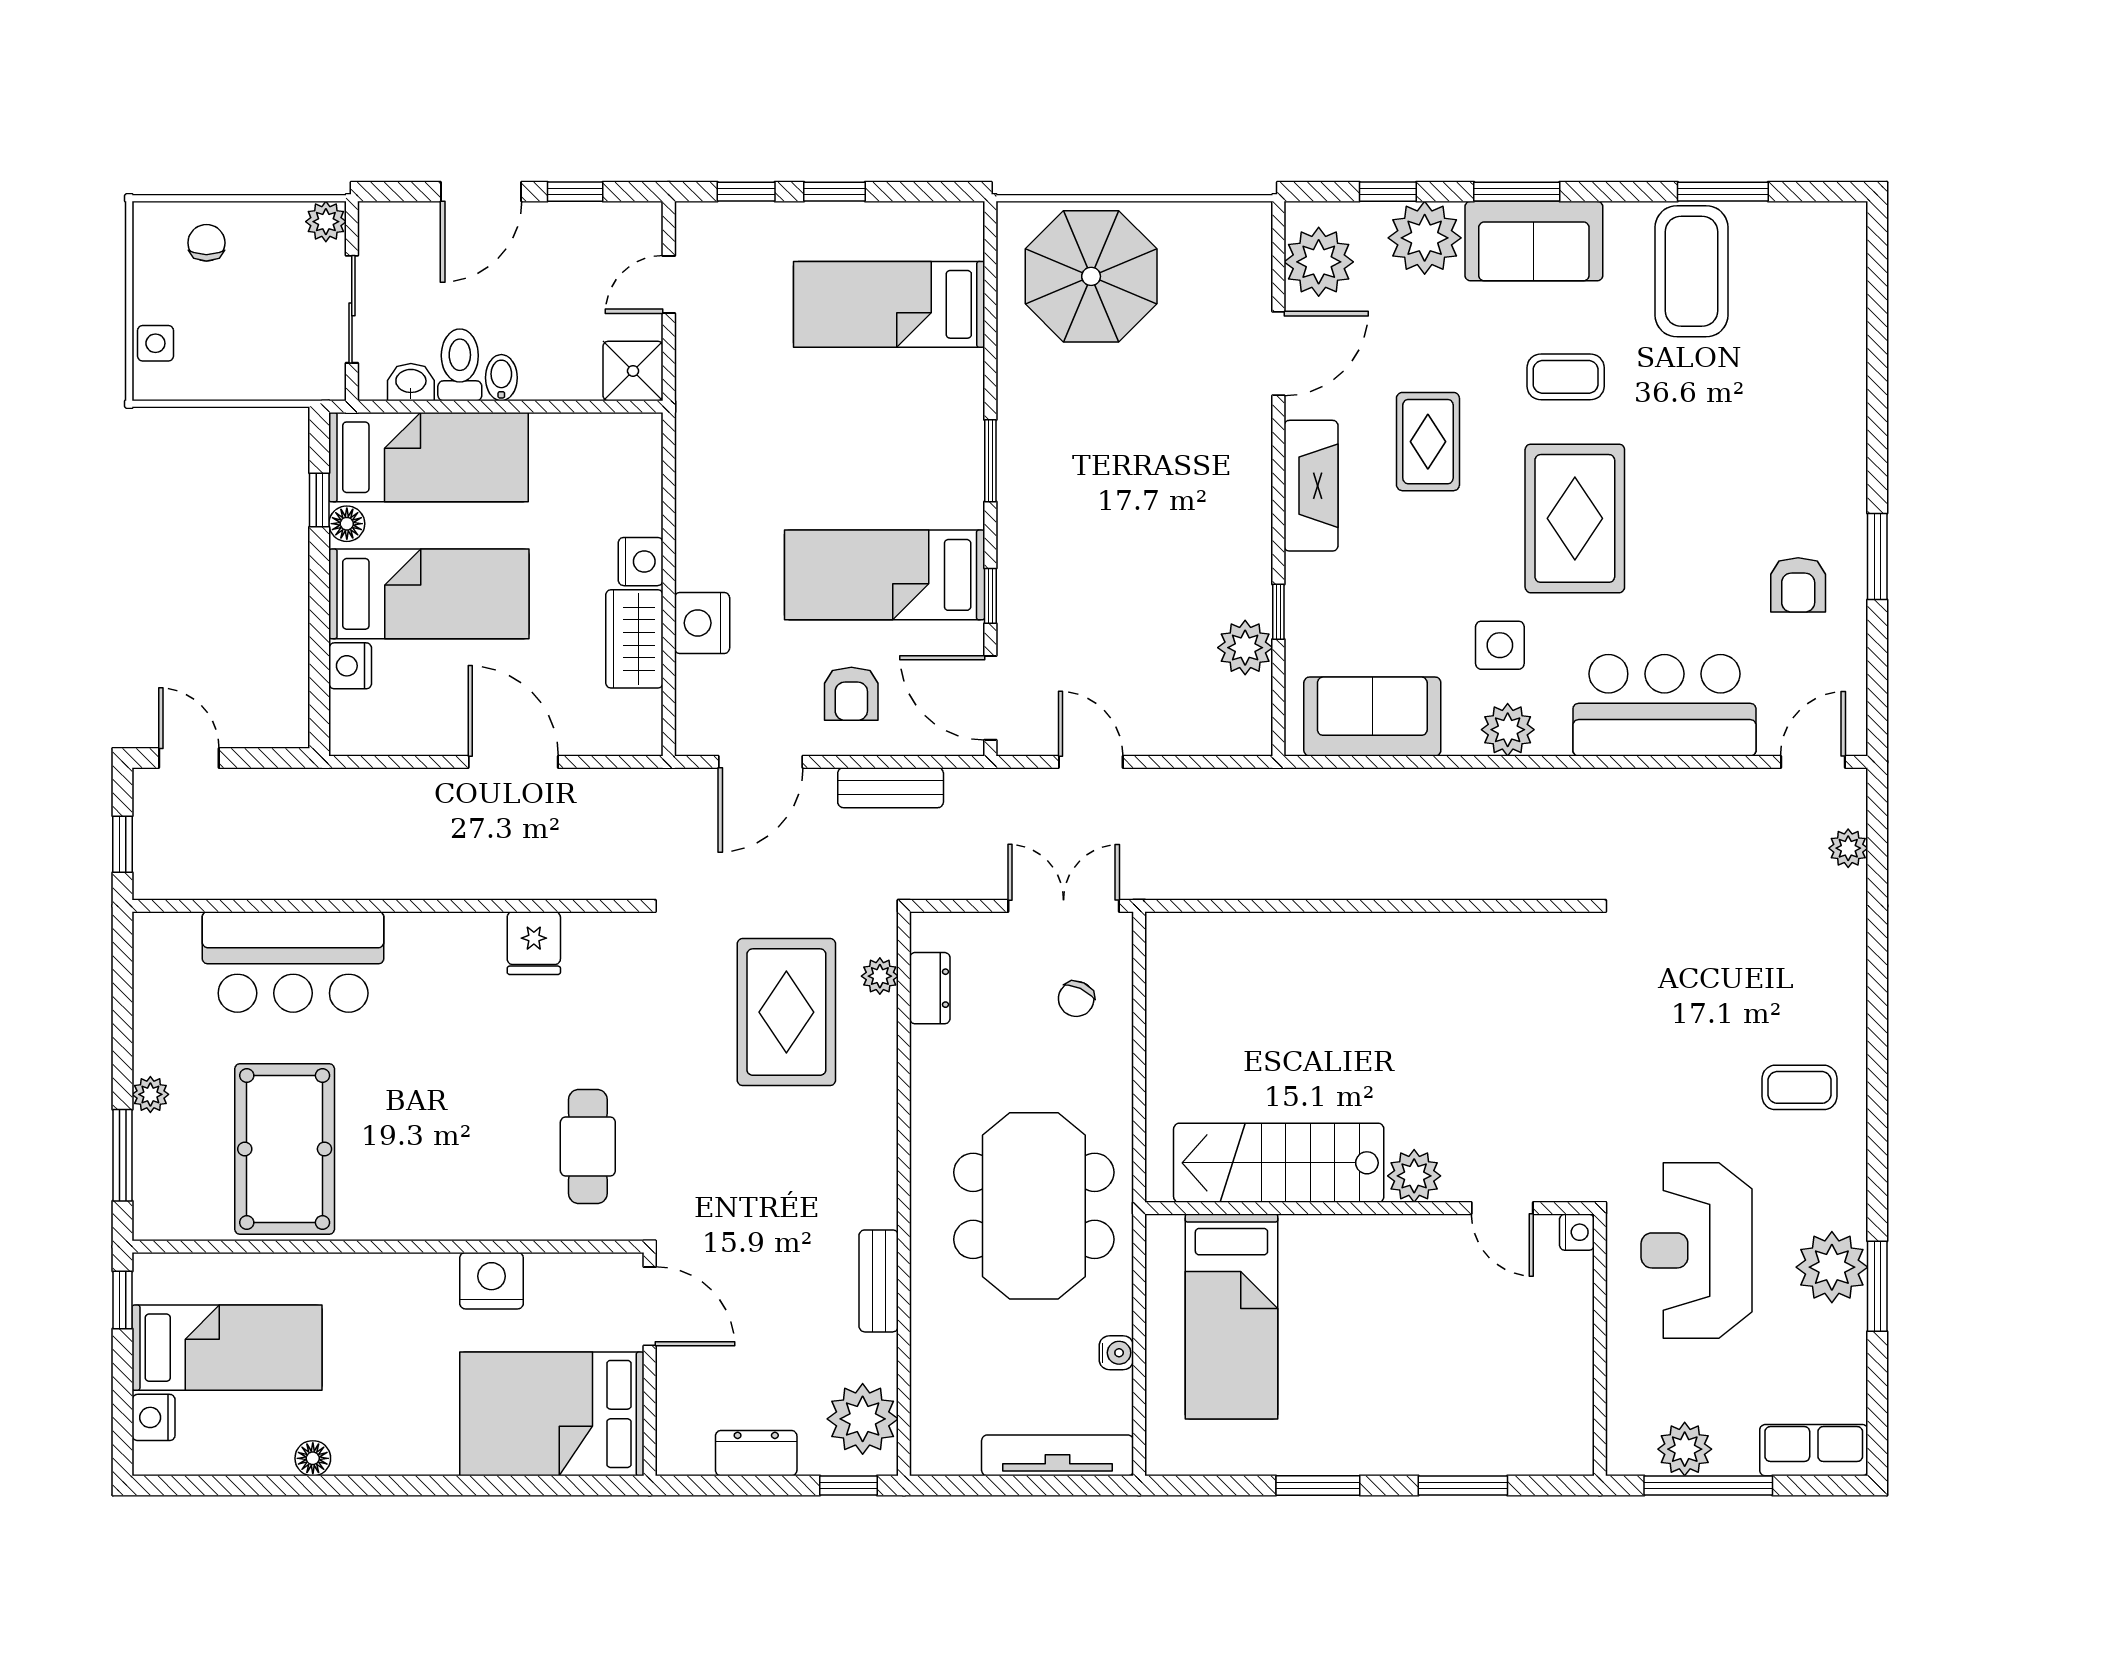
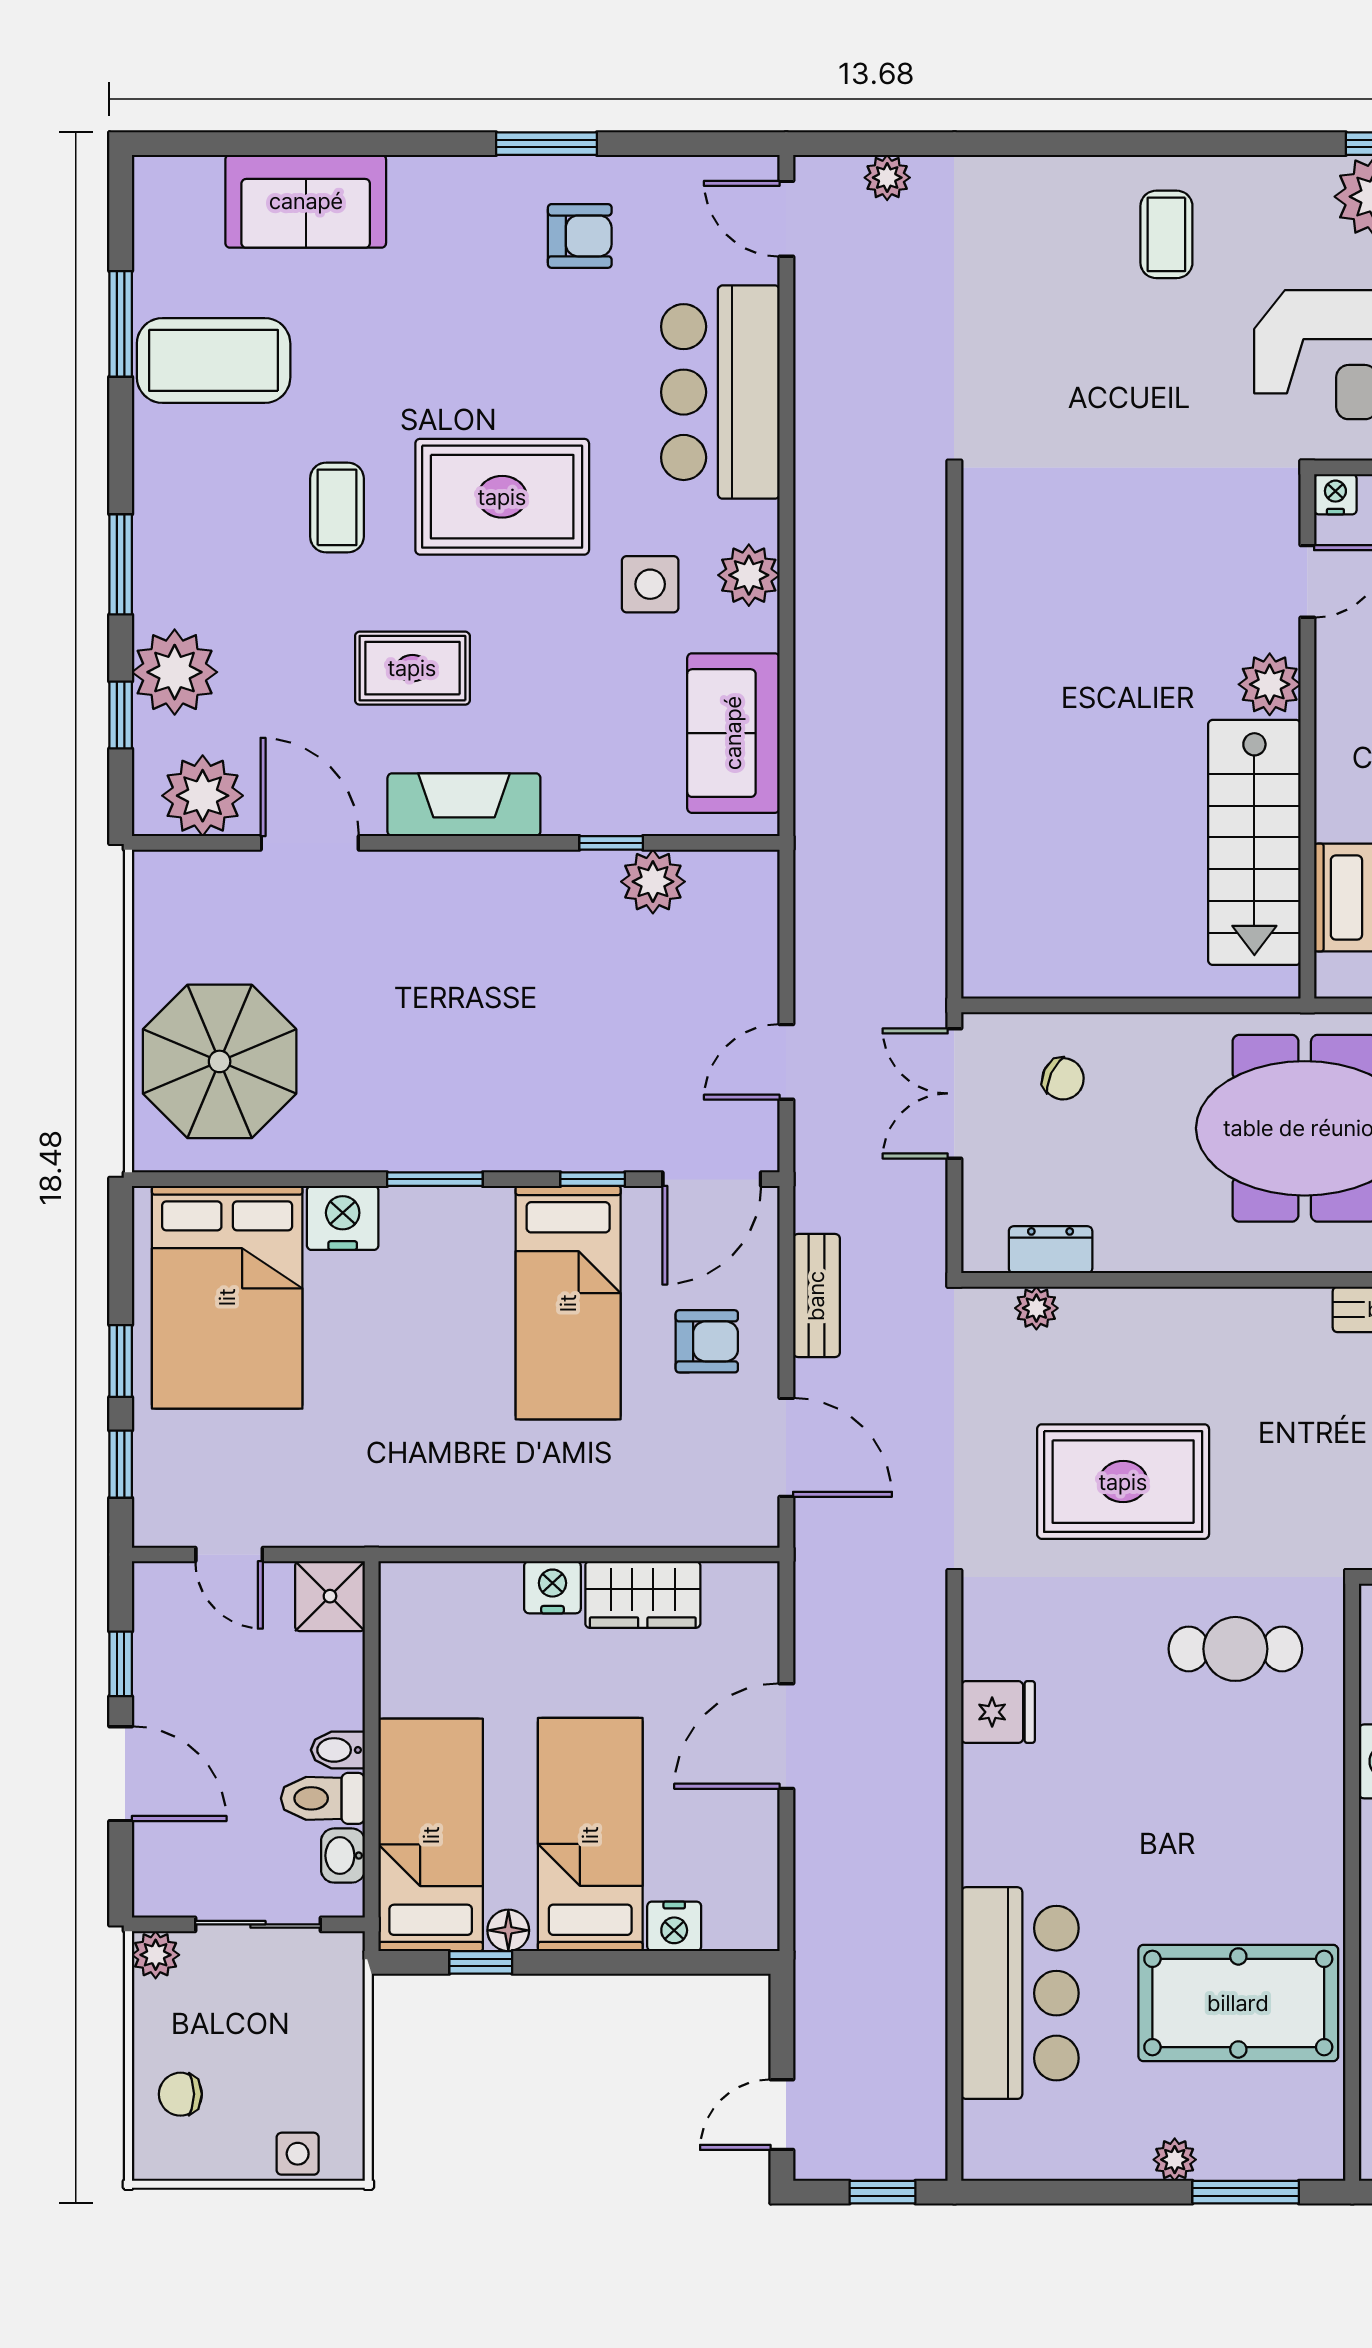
sofa: (1534, 241) -> (306, 201), moved, turned 90
bed: (889, 304) -> (227, 1297), width x1.50
nightstand: (702, 623) -> (343, 1218), moved, turned 180
rug: (786, 1012) -> (1123, 1482), moved

